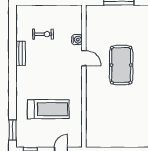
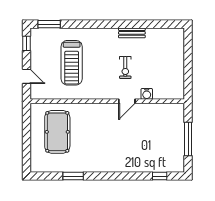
exercise bike: (43, 34) -> (125, 67), moved
pool table: (121, 65) -> (57, 132), moved, turned 90

